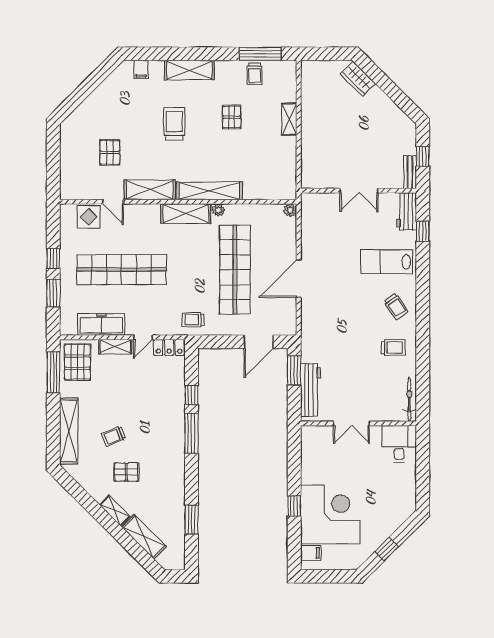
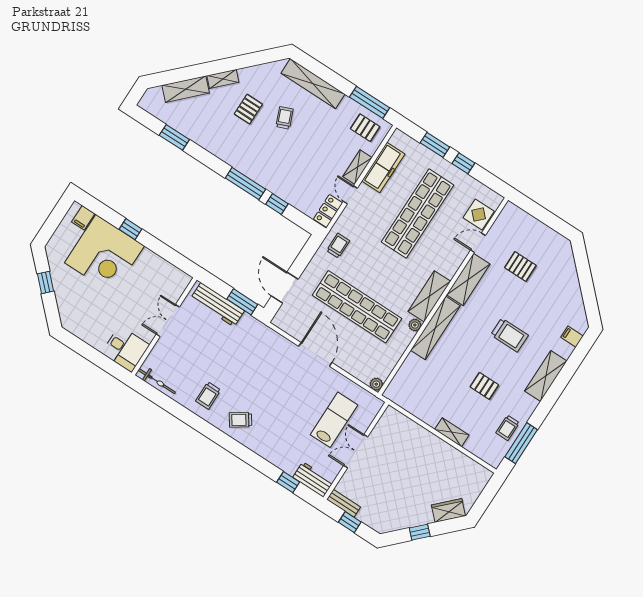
trolley: (255, 74) -> (508, 428), turned -90
window: (392, 91) -> (420, 532), added
lab bench: (386, 262) -> (334, 420), moved
pallet: (77, 362) -> (365, 128), width x0.67, depth x0.71

